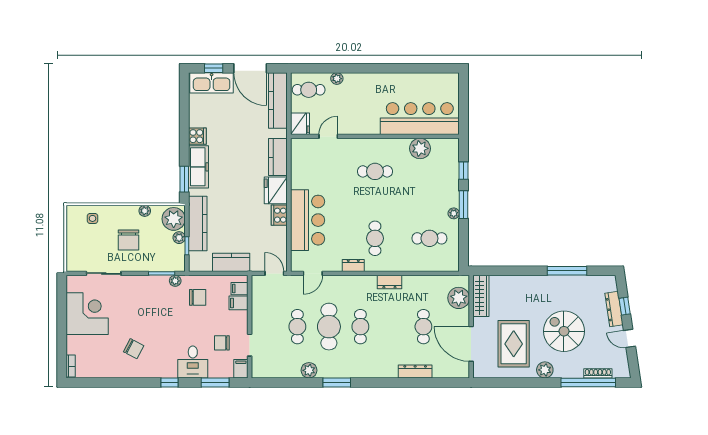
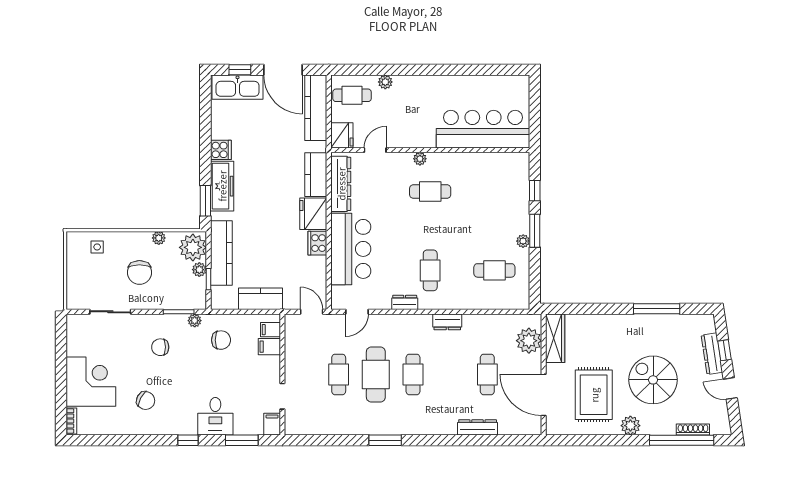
plant: (420, 148) -> (420, 159), moved, width x0.53, depth x0.53
dresser: (299, 165) -> (341, 184), added
corner desk: (87, 314) -> (91, 382), moved
chair: (222, 343) -> (160, 347), moved
plant: (309, 370) -> (352, 426), removed

